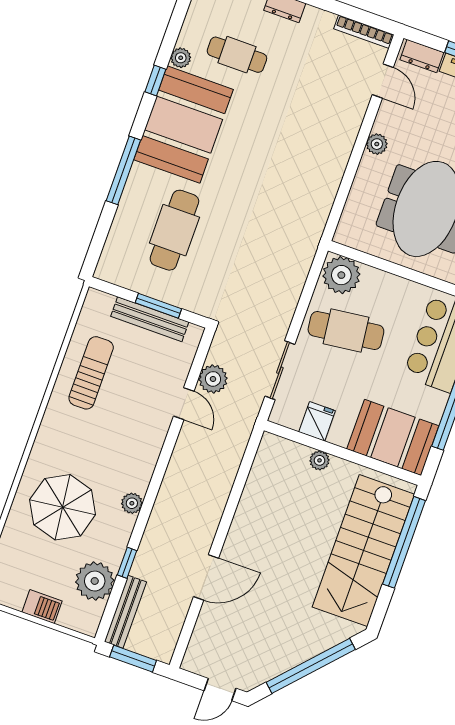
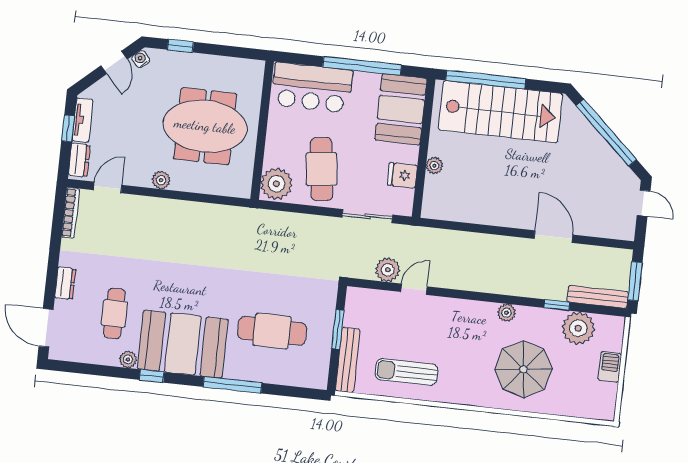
bench: (150, 319) -> (348, 360), moved

